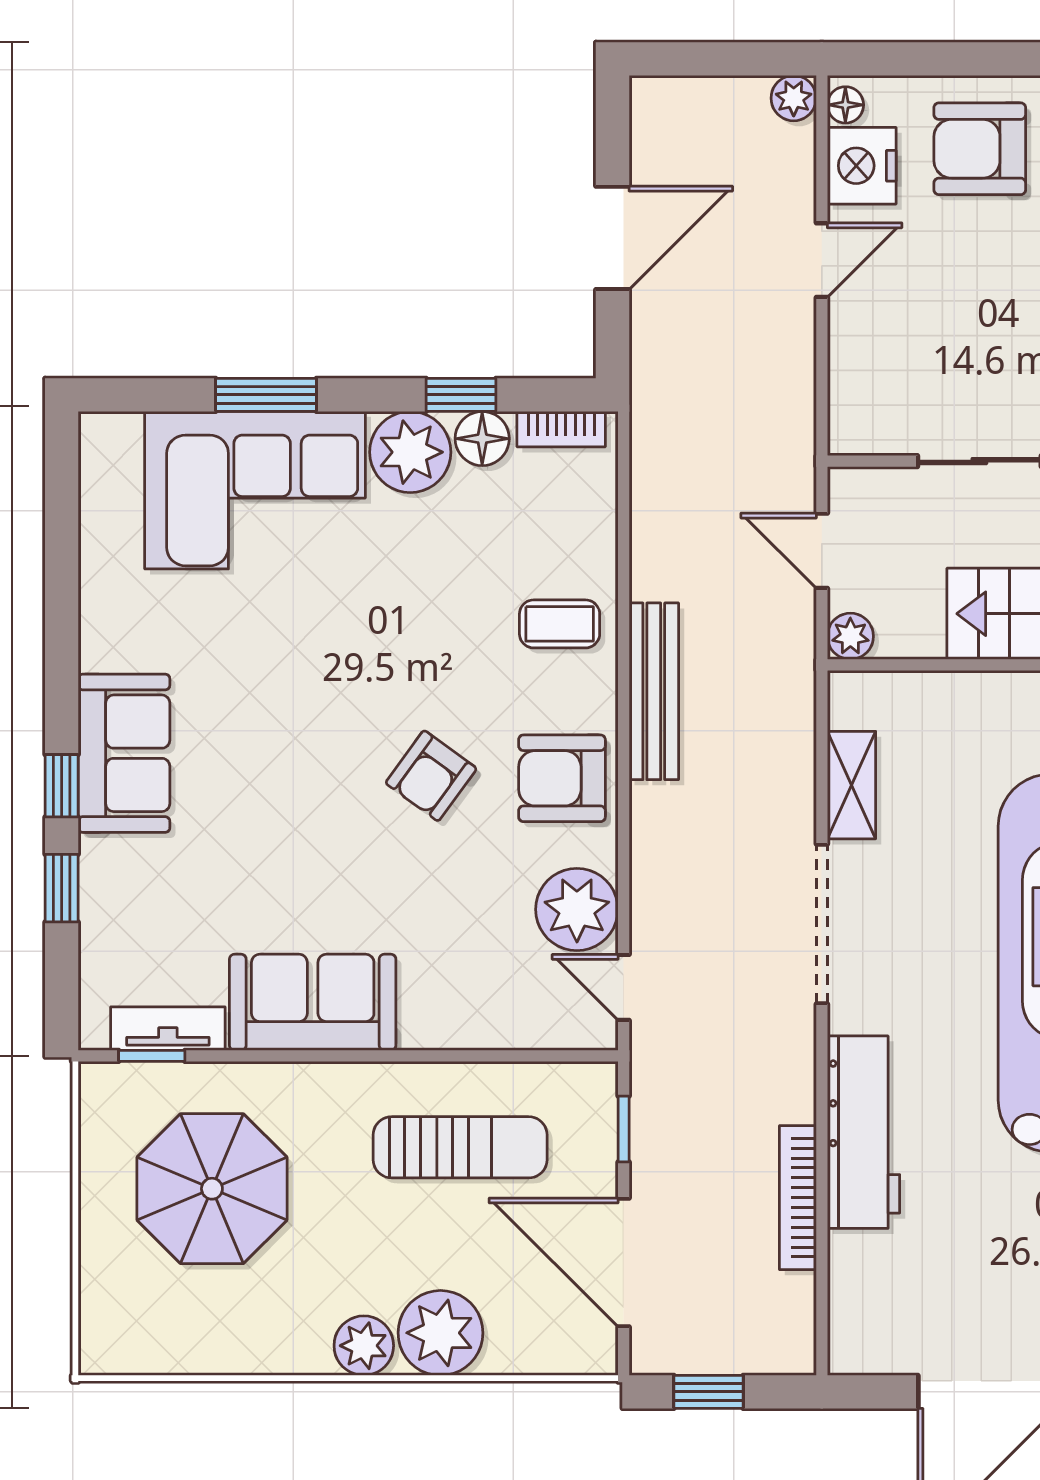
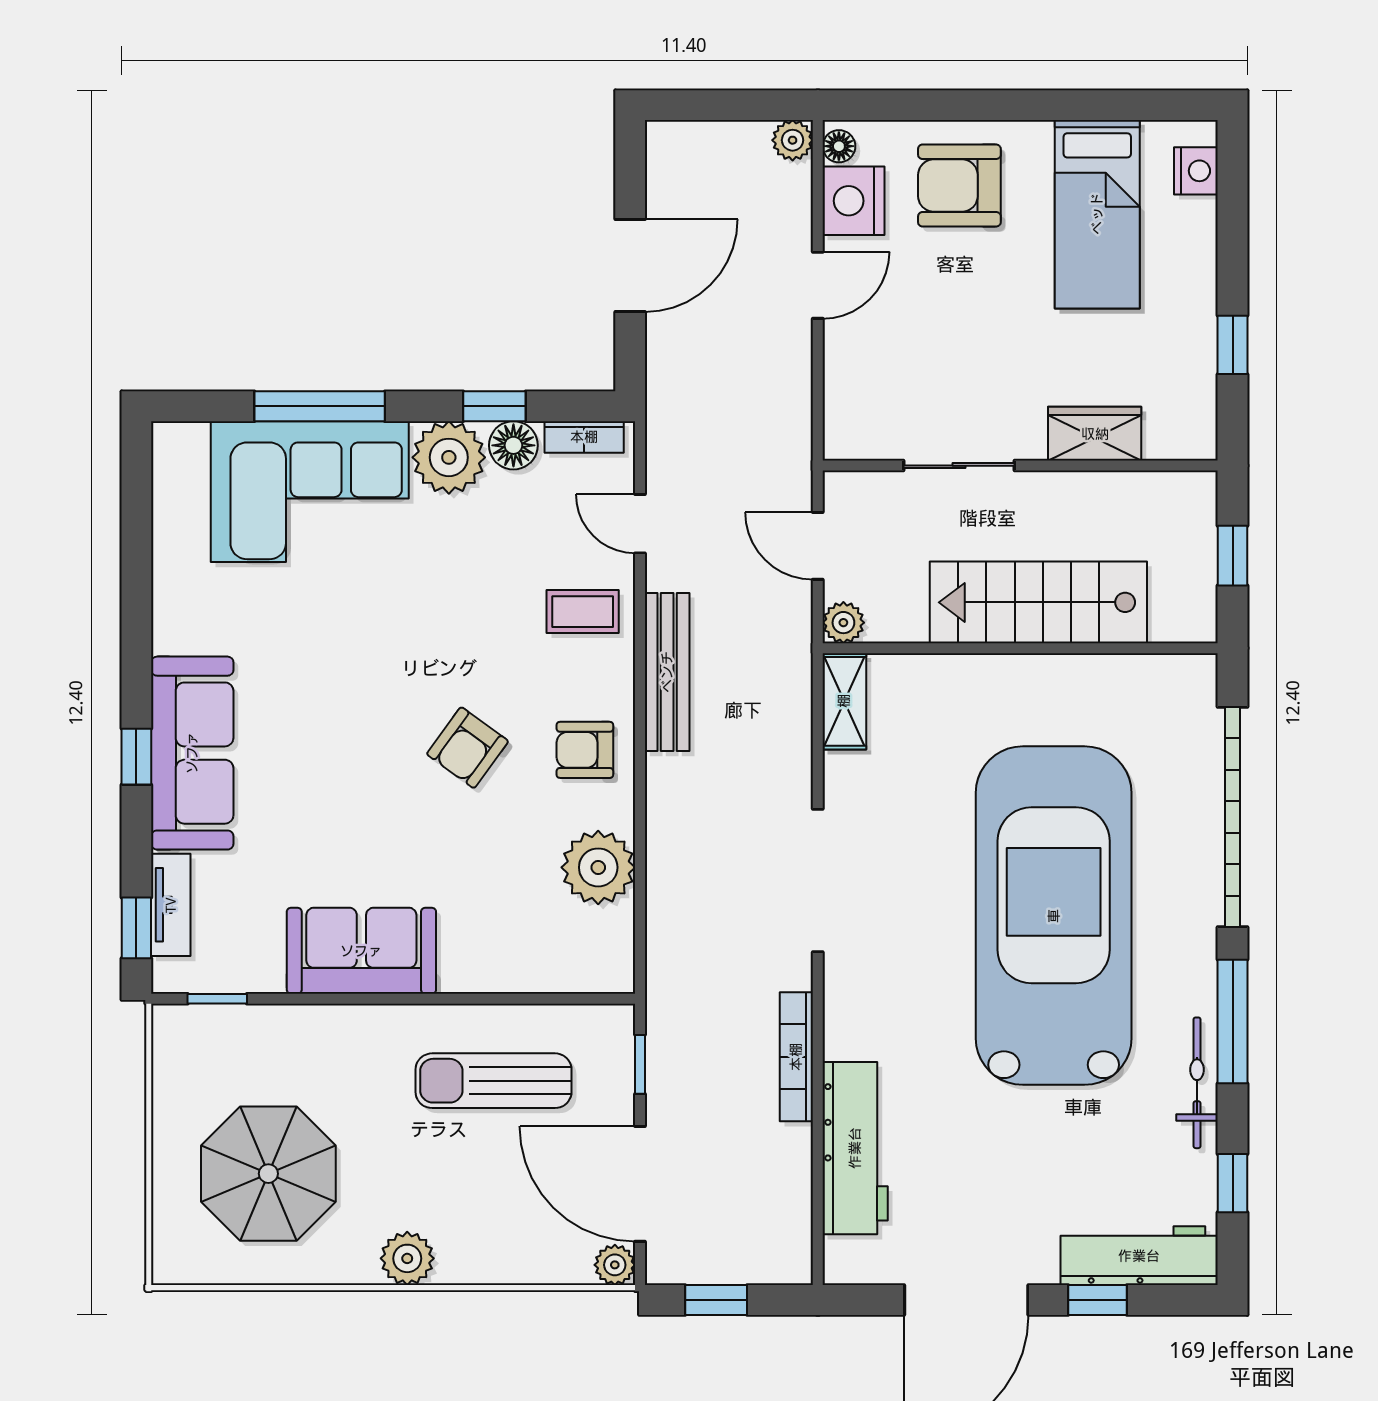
window: (266, 395) -> (320, 406), width x1.44
sofa: (124, 753) -> (192, 753), width x1.36
armchair: (562, 778) -> (585, 750), width x0.72, depth x0.72
shelving: (852, 785) -> (844, 701), moved
window: (62, 888) -> (136, 928), moved
door: (624, 987) -> (640, 524), moved
tv unit: (168, 1029) -> (171, 905), moved, turned 90
workbench: (863, 1132) -> (855, 1148), moved
sun lounger: (460, 1147) -> (494, 1081), turned 180
parasol: (212, 1189) -> (268, 1174), moved
bookcase: (798, 1198) -> (796, 1057), moved
plant: (440, 1333) -> (615, 1265), moved, width x0.53, depth x0.53

